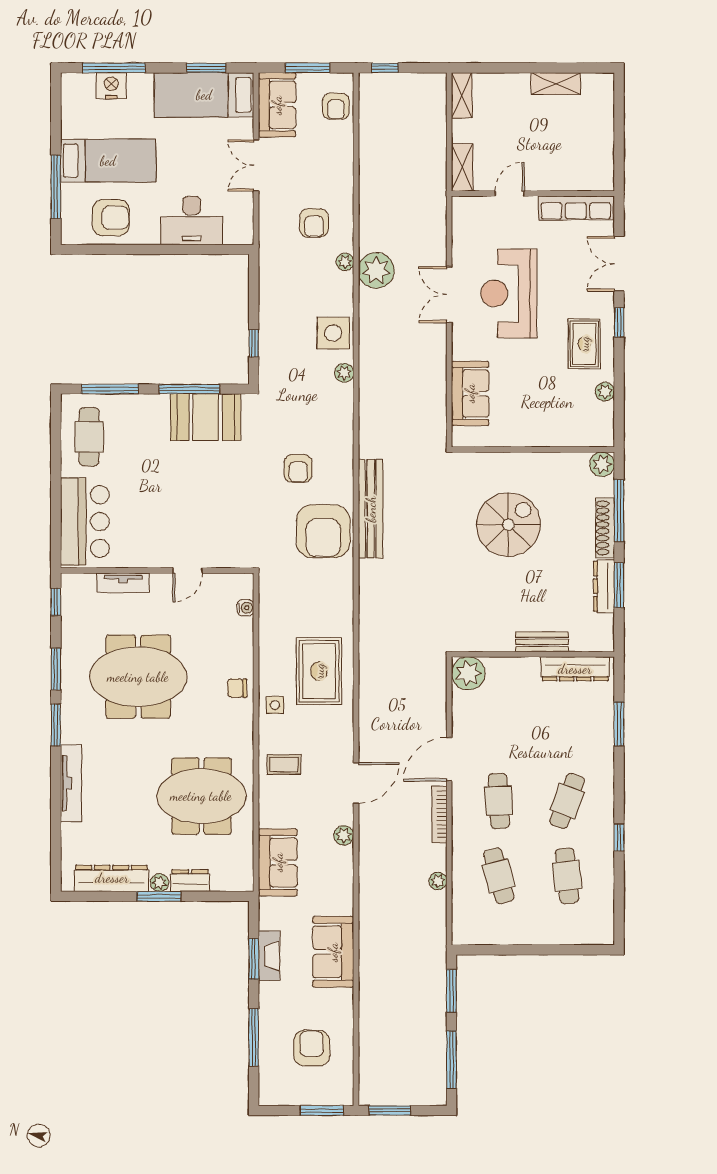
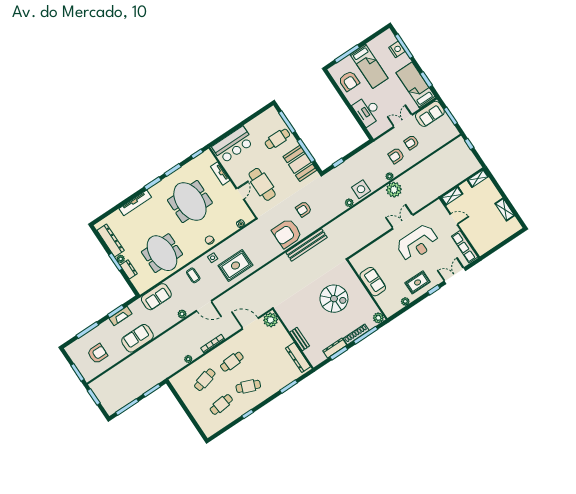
armchair: (336, 106) -> (411, 142), moved
reception desk: (509, 293) -> (418, 243), turned 180
sofa: (470, 393) -> (373, 282), moved, turned -90
cafe table: (89, 437) -> (277, 139), moved
cafe table: (198, 516) -> (262, 184), added
door: (188, 571) -> (240, 194), swing flipped
door: (449, 759) -> (250, 323), moved

